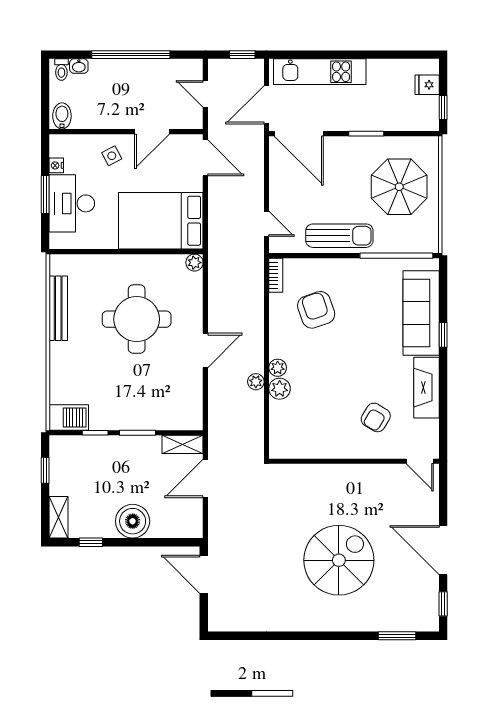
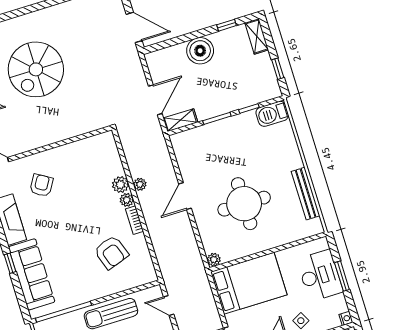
nightstand: (56, 165) -> (346, 318), moved
bookcase: (276, 275) -> (135, 220), moved

